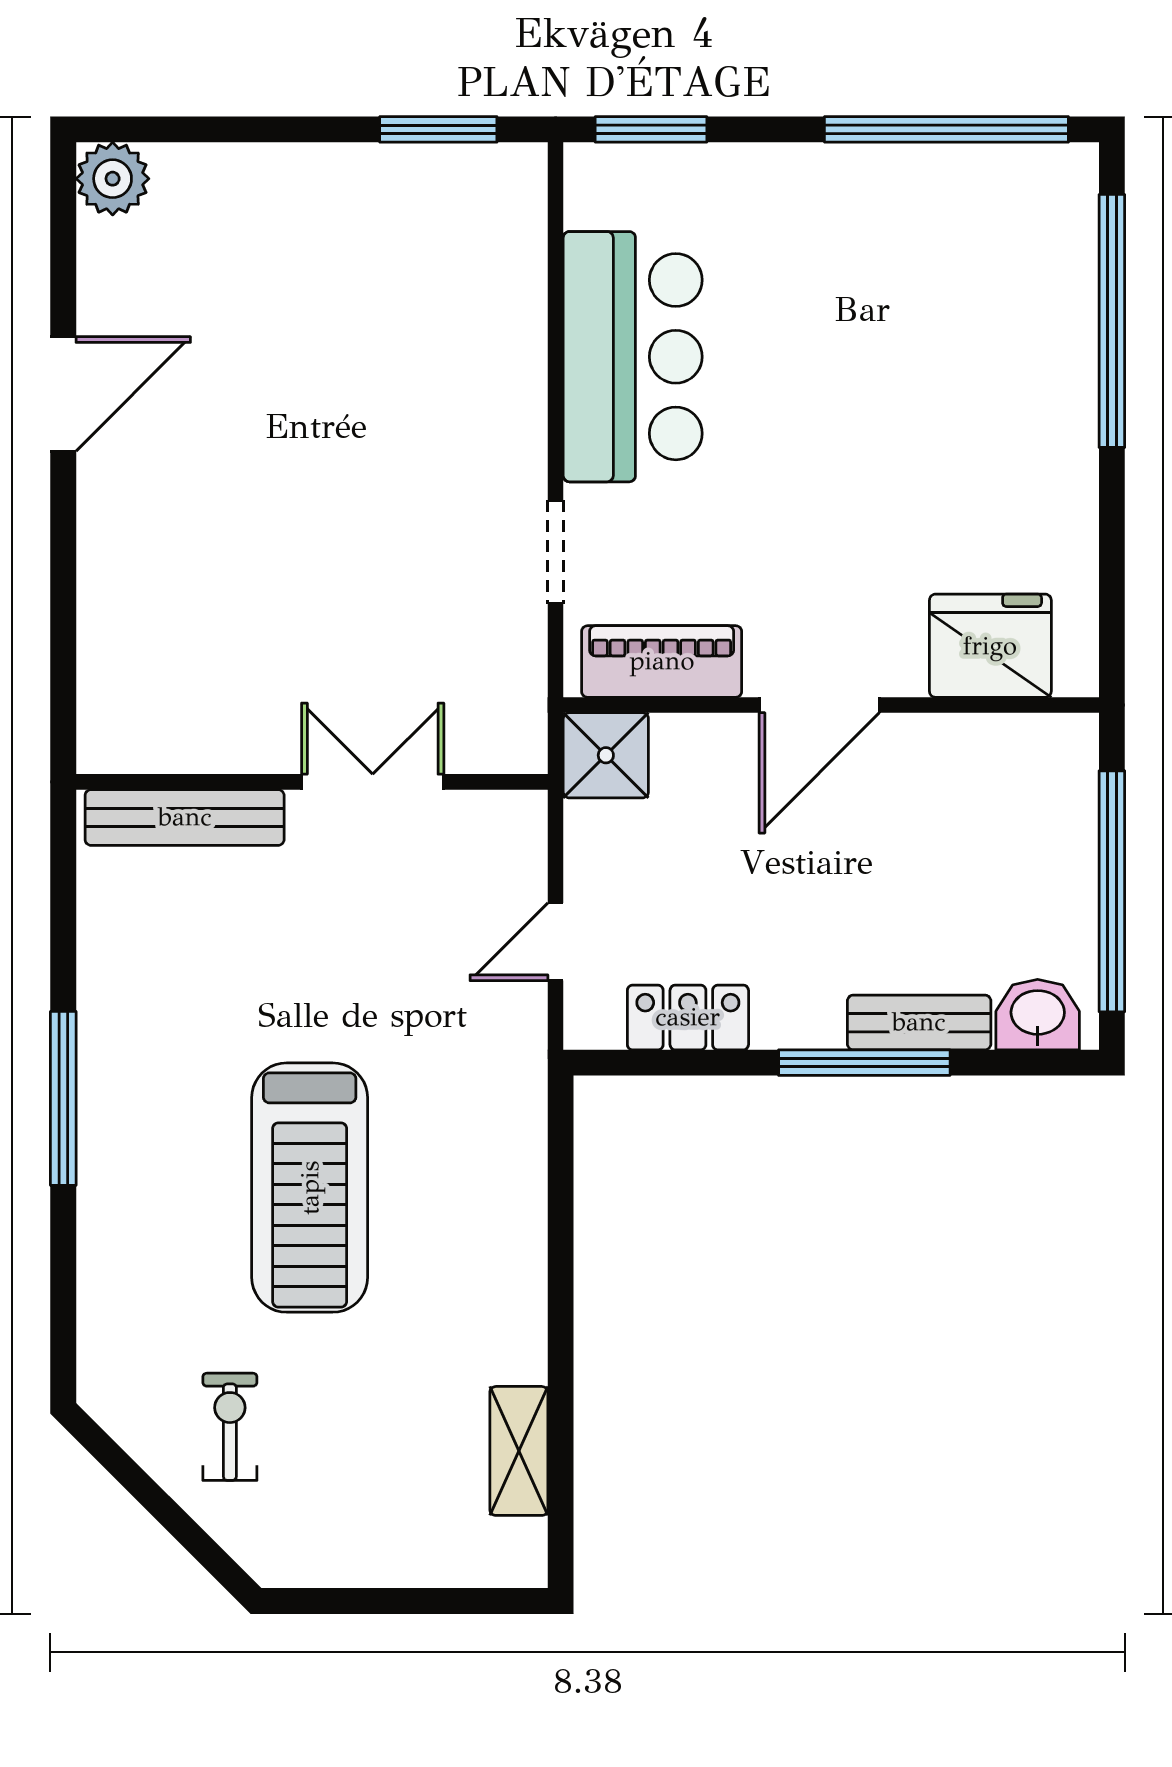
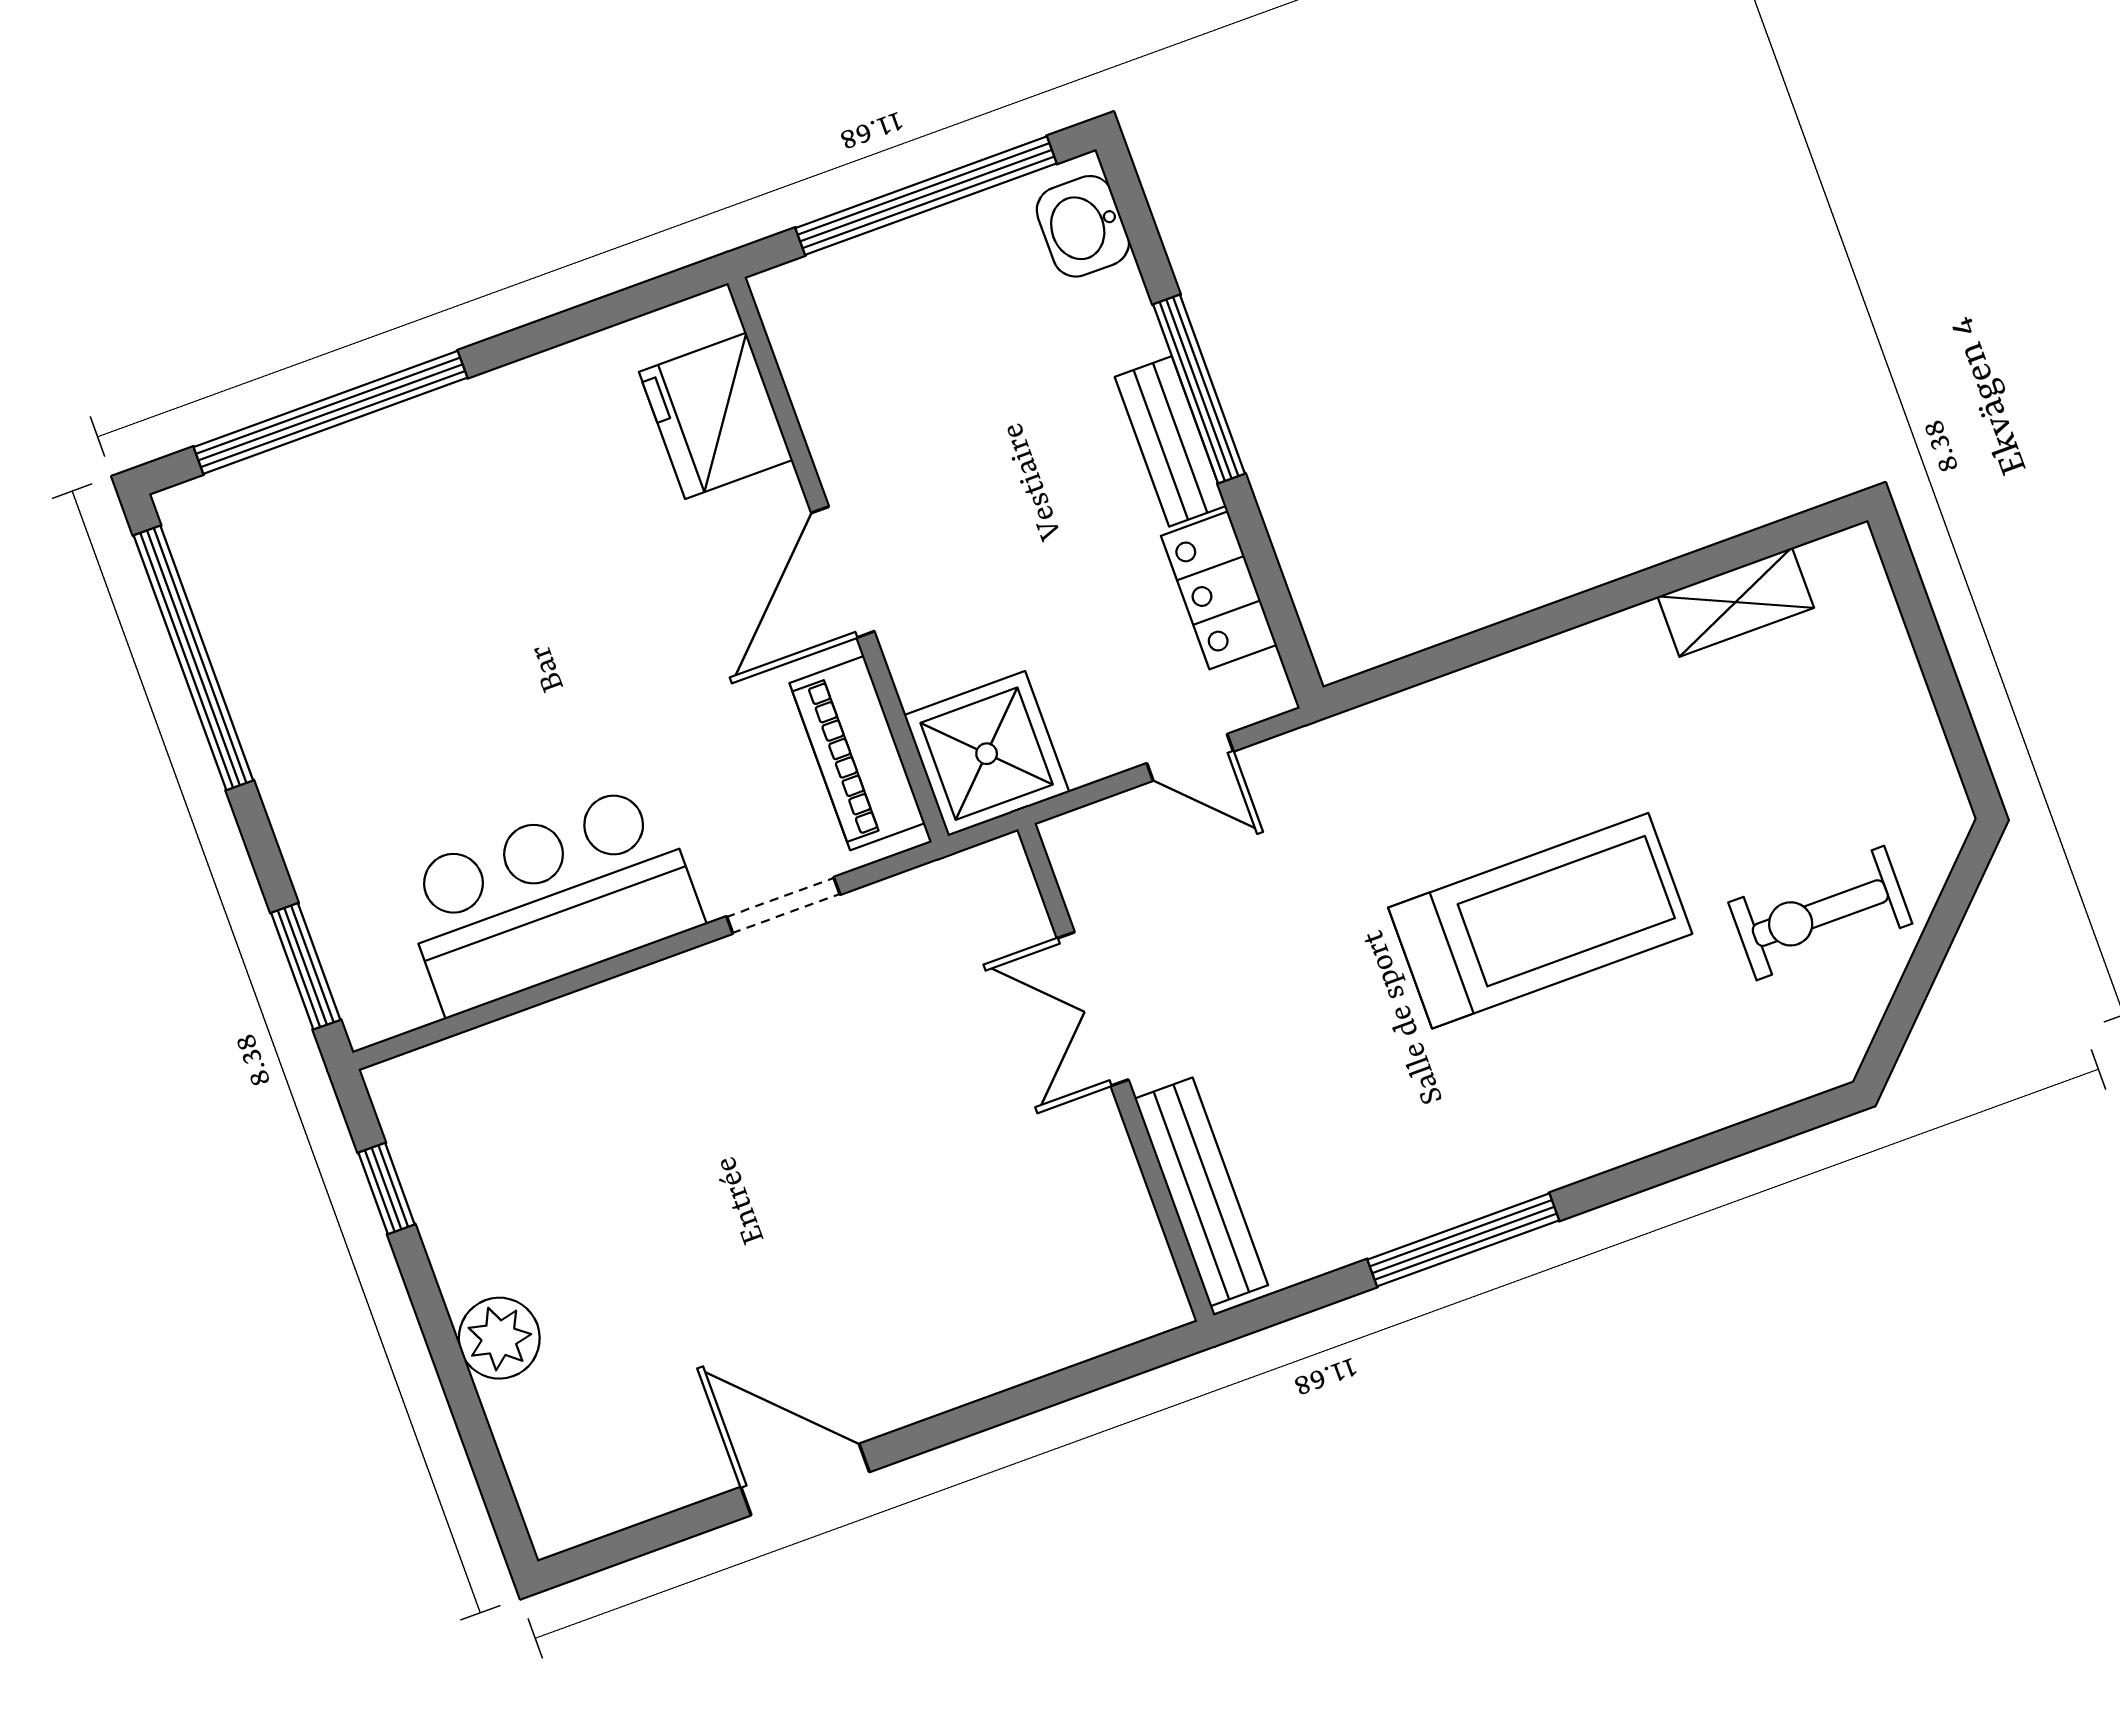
window: (438, 129) -> (387, 1188), width x0.67
plant: (113, 179) -> (499, 1338), moved
door: (819, 705) -> (843, 572), swing flipped
shower: (606, 755) -> (987, 754), width x1.36, depth x1.36
bench: (919, 1022) -> (1171, 441), moved
window: (63, 1098) -> (1463, 1240), moved
exercise bike: (230, 1427) -> (1820, 913), width x1.38, depth x1.39

